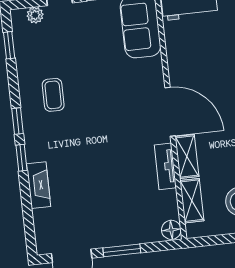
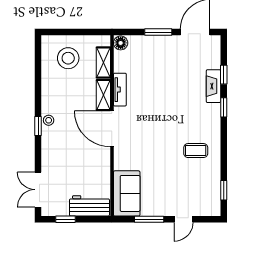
plant: (35, 15) -> (202, 210), removed
coffee table: (53, 95) -> (196, 151), turned 90
window: (17, 121) -> (224, 75), moved

